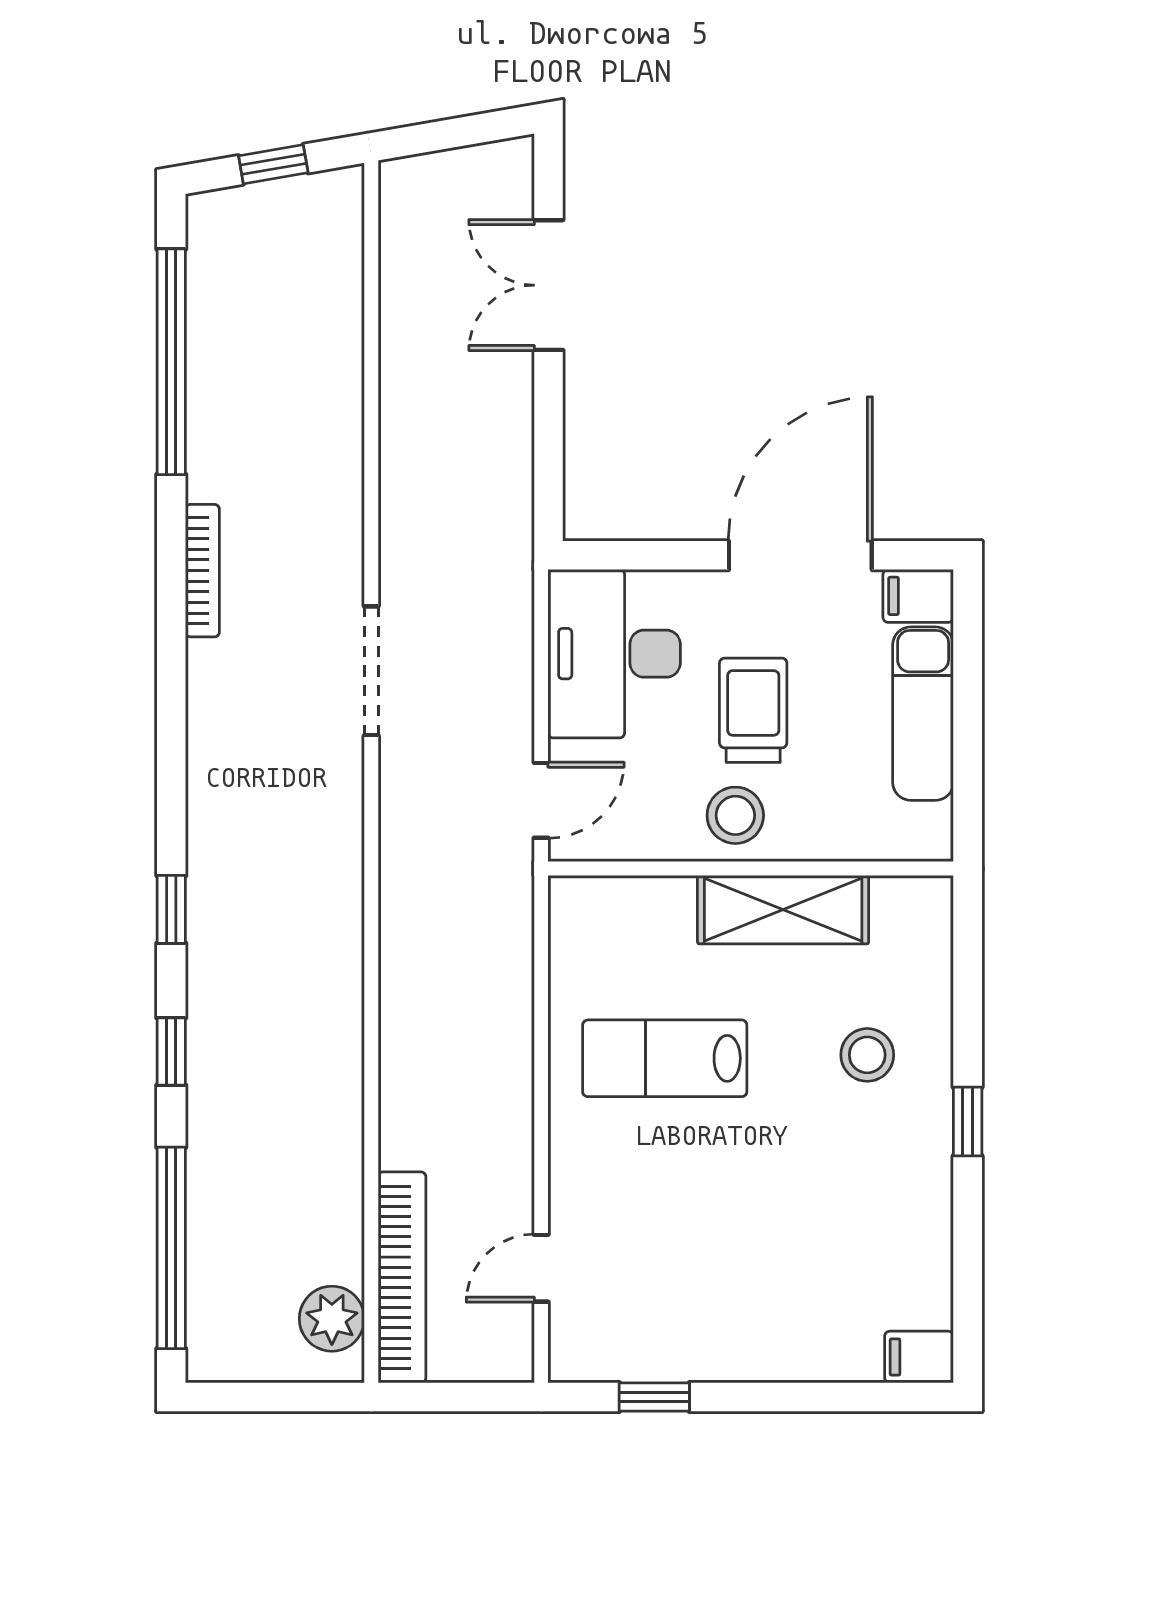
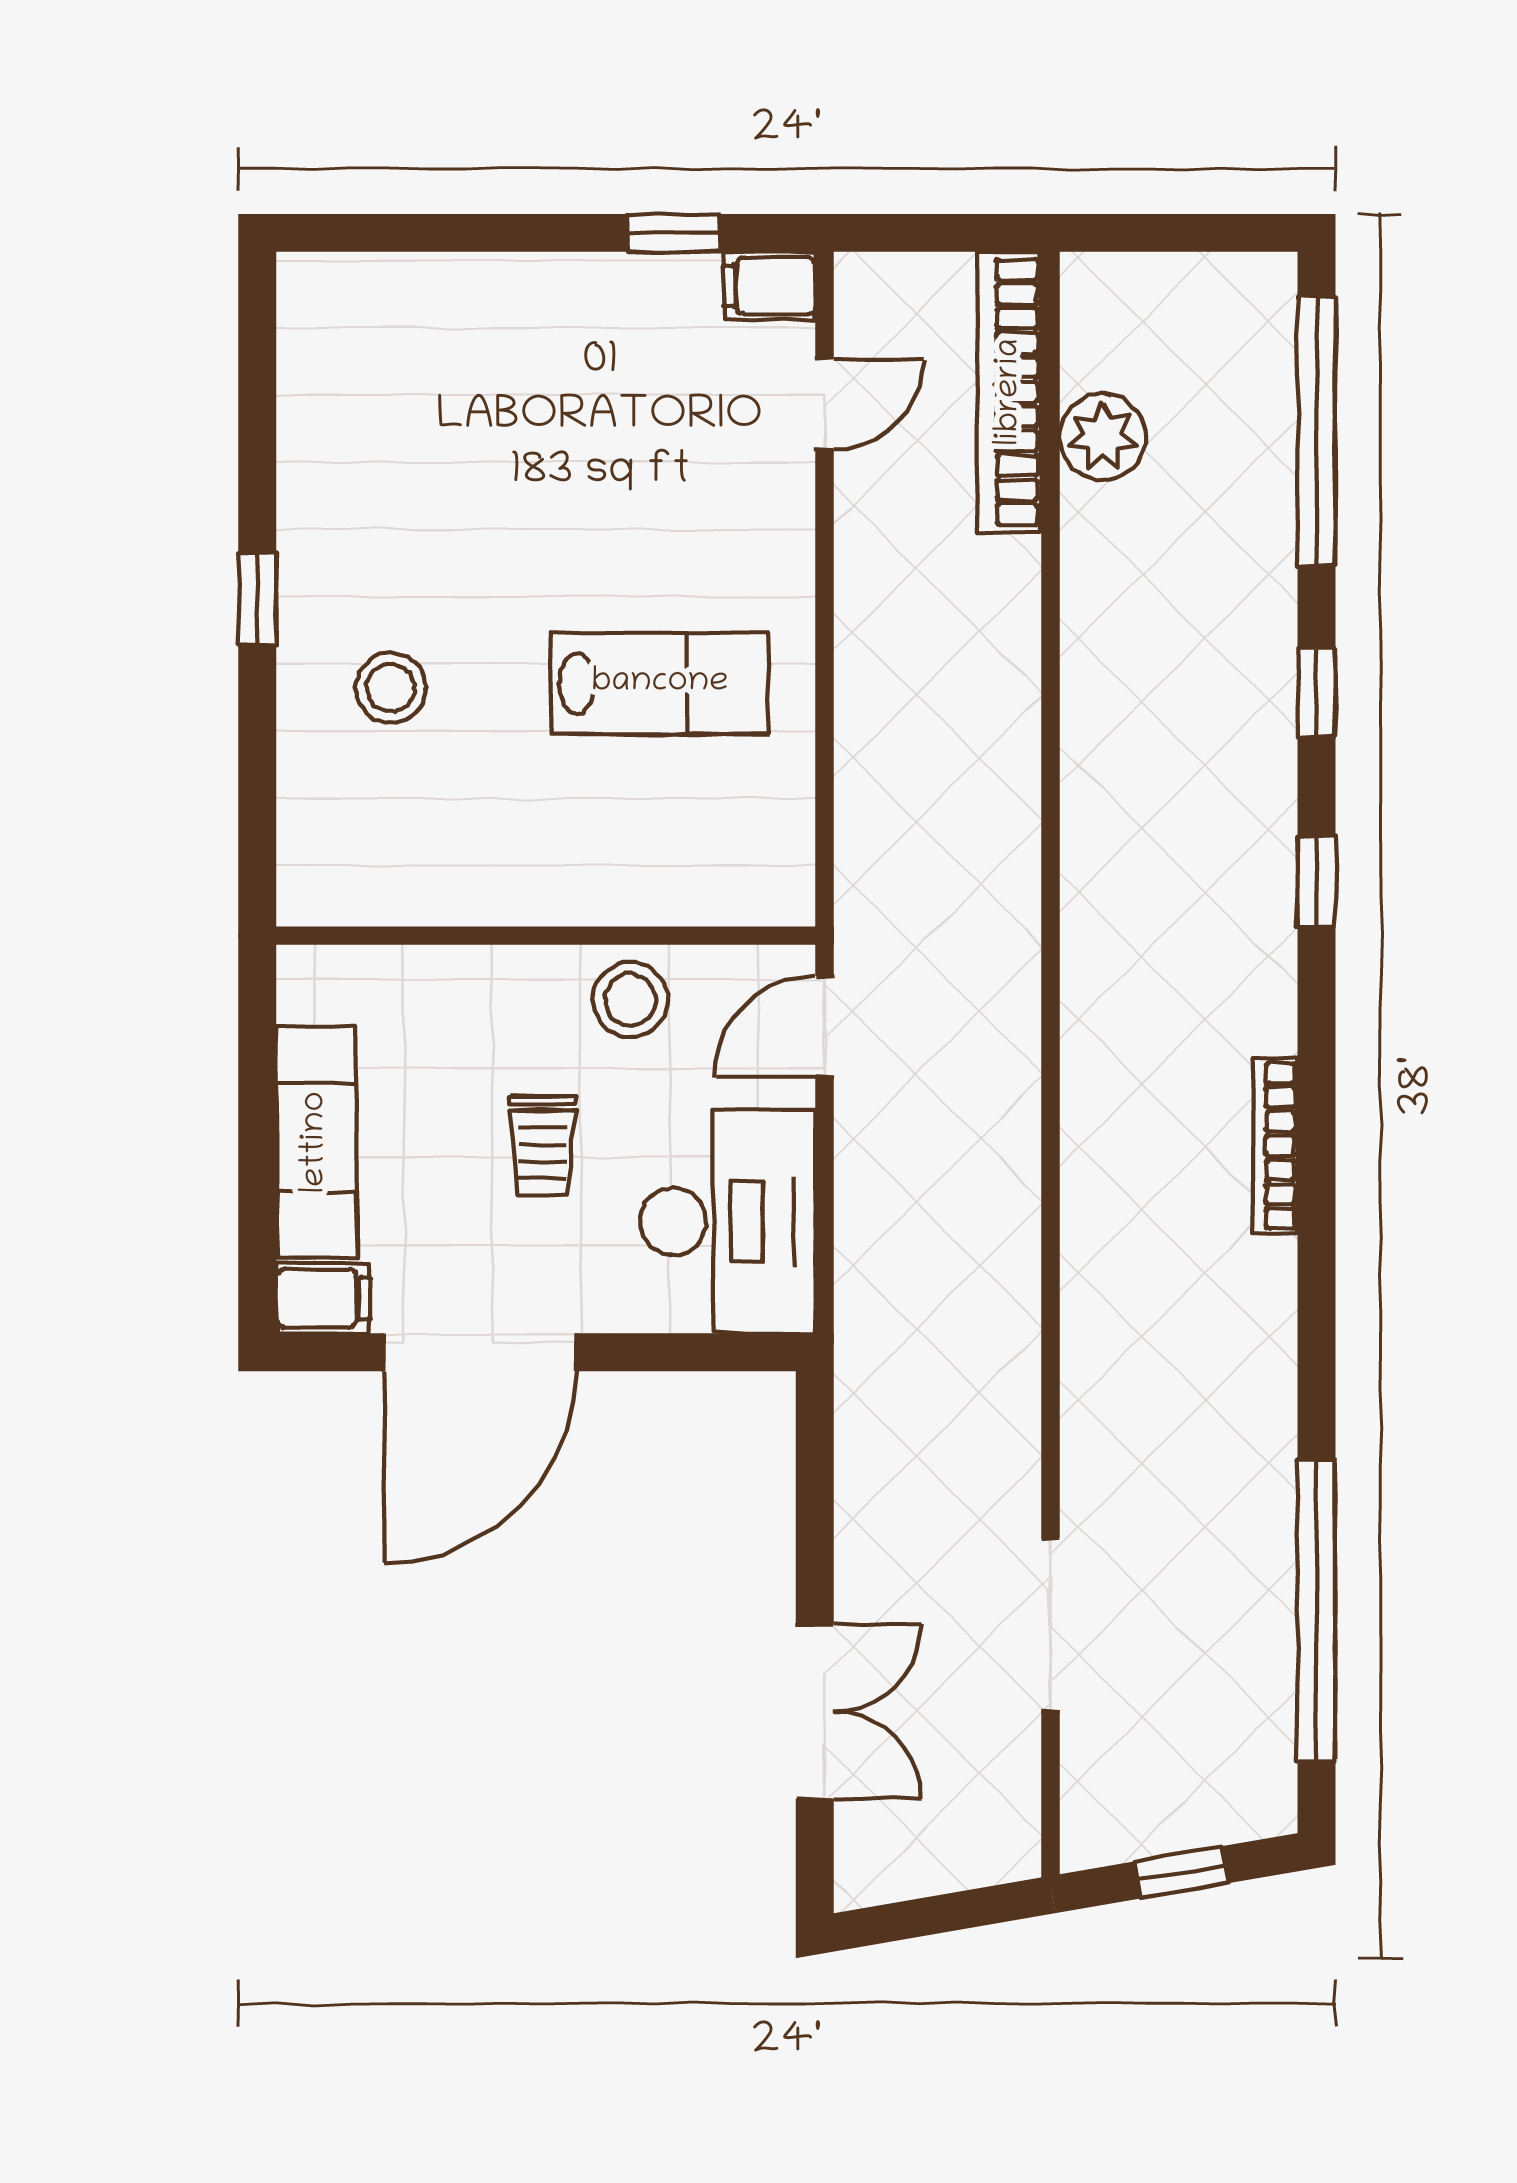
bookcase: (202, 571) -> (1275, 1146), moved
doorway: (371, 671) -> (1051, 1625), moved
trolley: (753, 710) -> (542, 1146), width x0.73, depth x0.72
stool: (735, 815) -> (630, 1000), moved
shelving: (783, 910) -> (503, 881), removed
plant: (332, 1319) -> (1103, 437), moved
filing cabinet: (919, 1357) -> (770, 286), moved, turned 180

